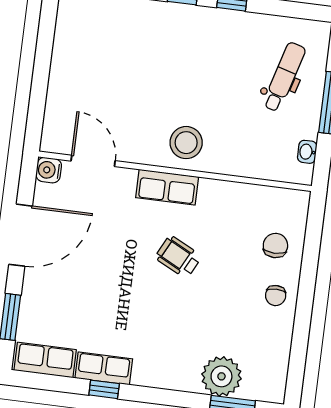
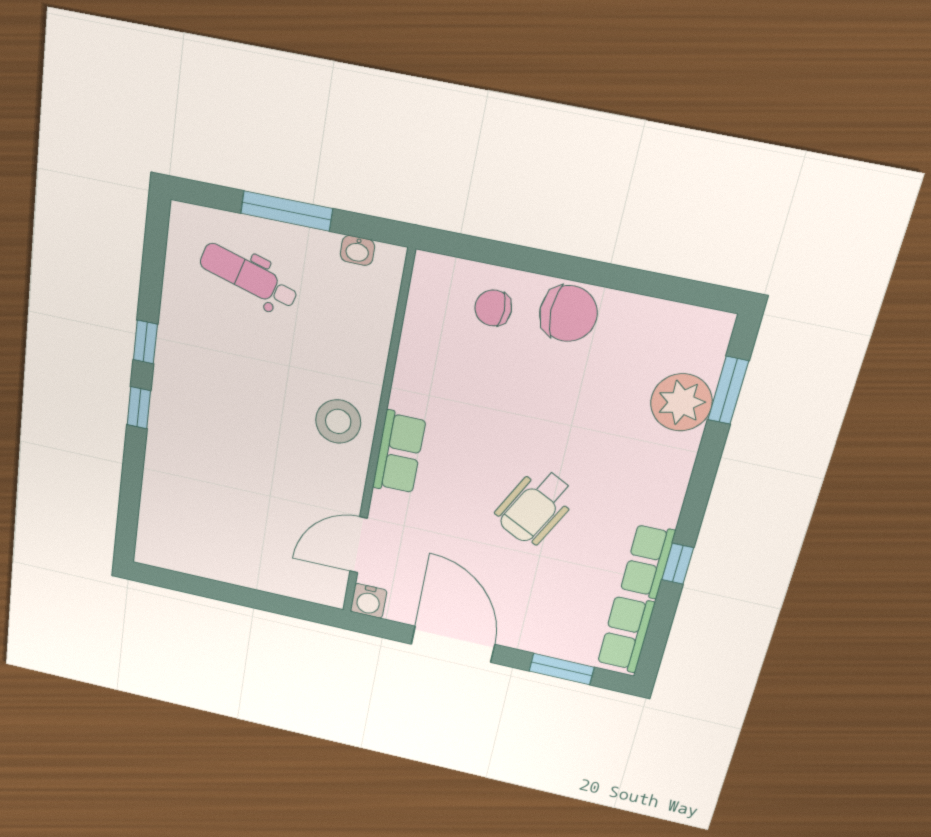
wheelchair: (178, 257) -> (535, 507), moved, width x1.36, depth x1.37
chair: (276, 296) -> (568, 314), width x1.87, depth x1.87

